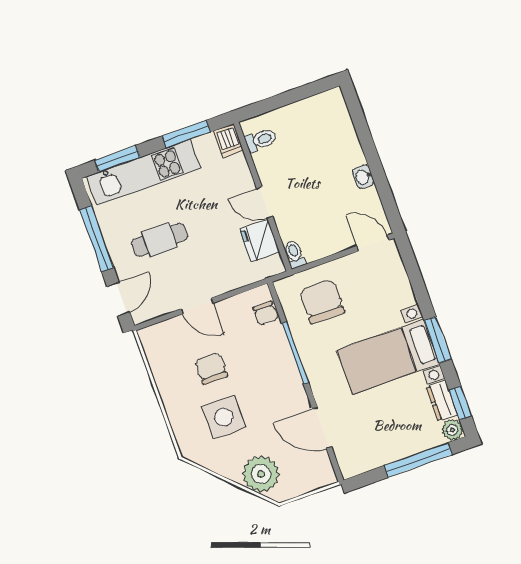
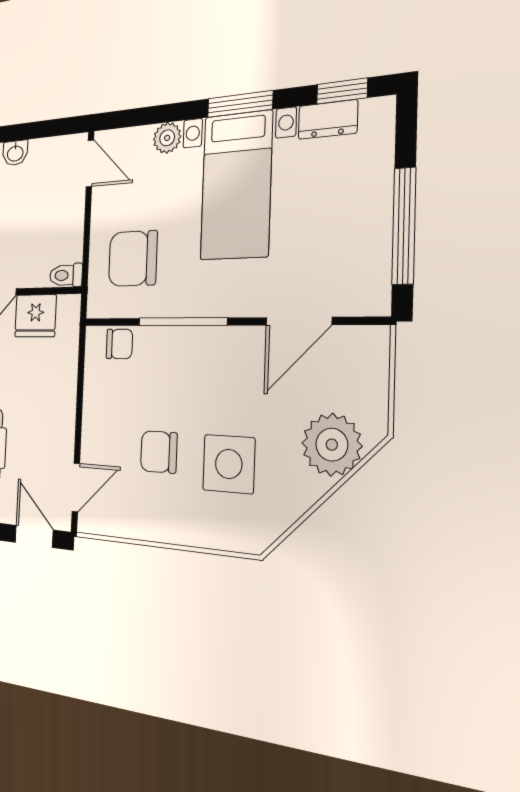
door: (373, 243) -> (90, 163), swing flipped
door: (197, 306) -> (76, 487), moved
plant: (452, 430) -> (167, 138), moved
window: (418, 460) -> (404, 226), moved

